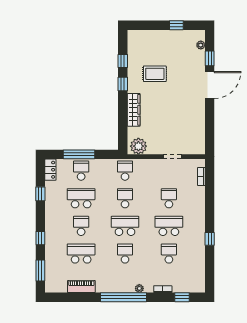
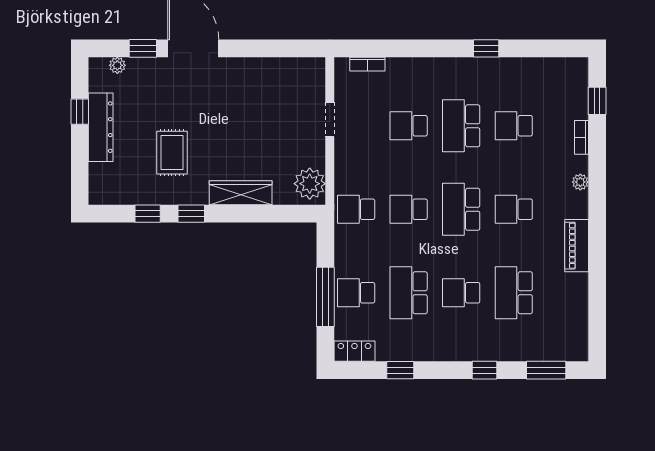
dresser: (168, 36) -> (101, 127), added
piano: (81, 287) -> (577, 246), moved
window: (123, 297) -> (597, 212), removed

